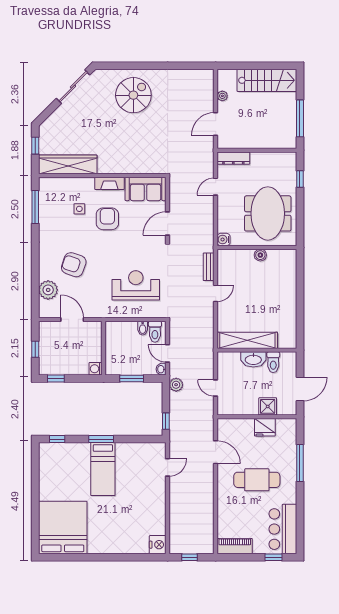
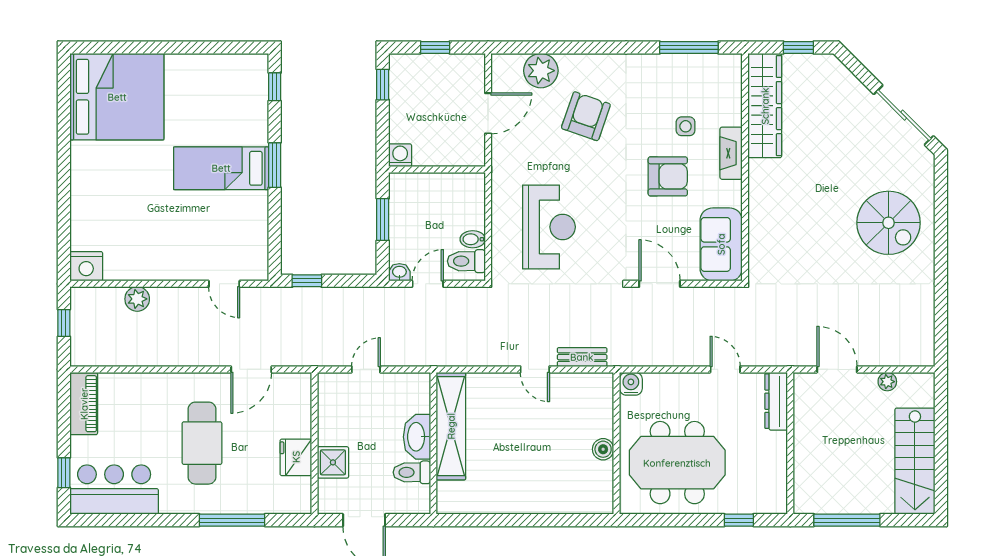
fireplace: (109, 183) -> (731, 153), moved
plant: (176, 385) -> (137, 299), moved

